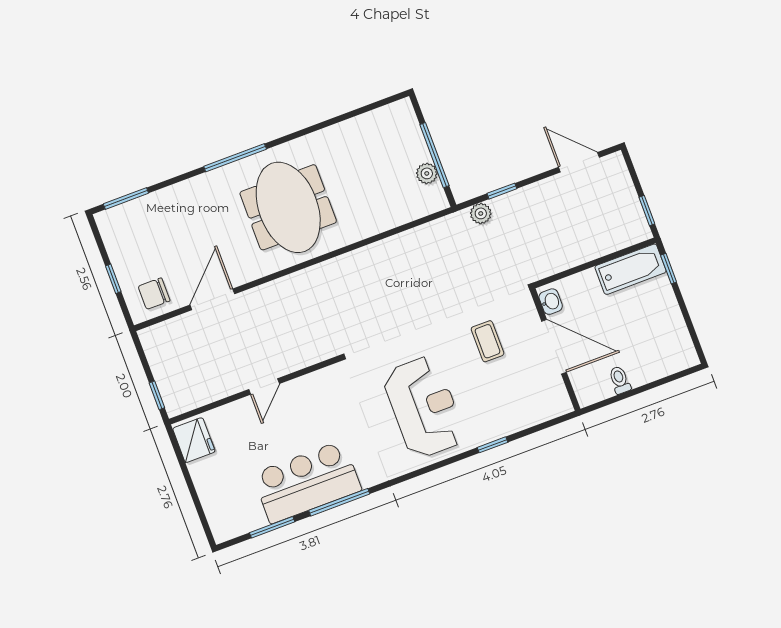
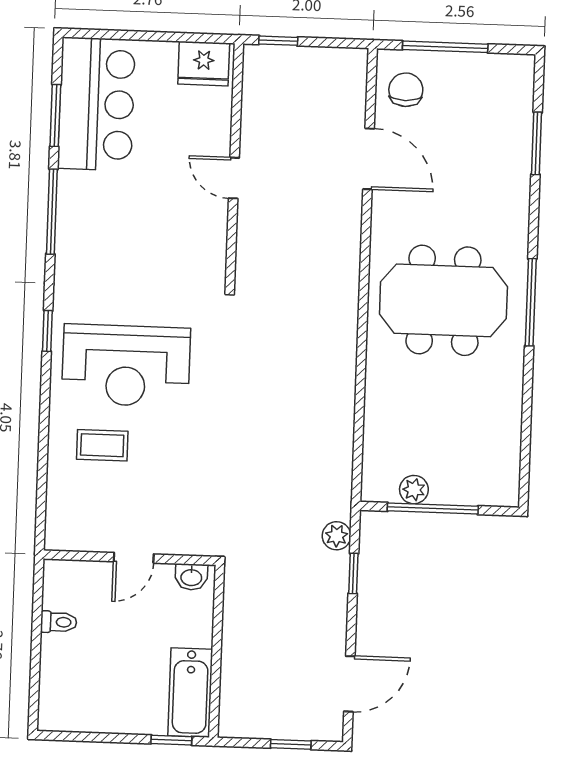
window: (235, 158) -> (531, 302), moved
window: (126, 199) -> (537, 143), moved
window: (647, 211) -> (291, 744), moved
window: (113, 279) -> (445, 47), width x2.17
coffee table: (487, 341) -> (102, 445), moved
door: (554, 347) -> (134, 558), width x0.53
window: (493, 445) -> (47, 331), moved
bar counter: (307, 482) -> (96, 104), moved

